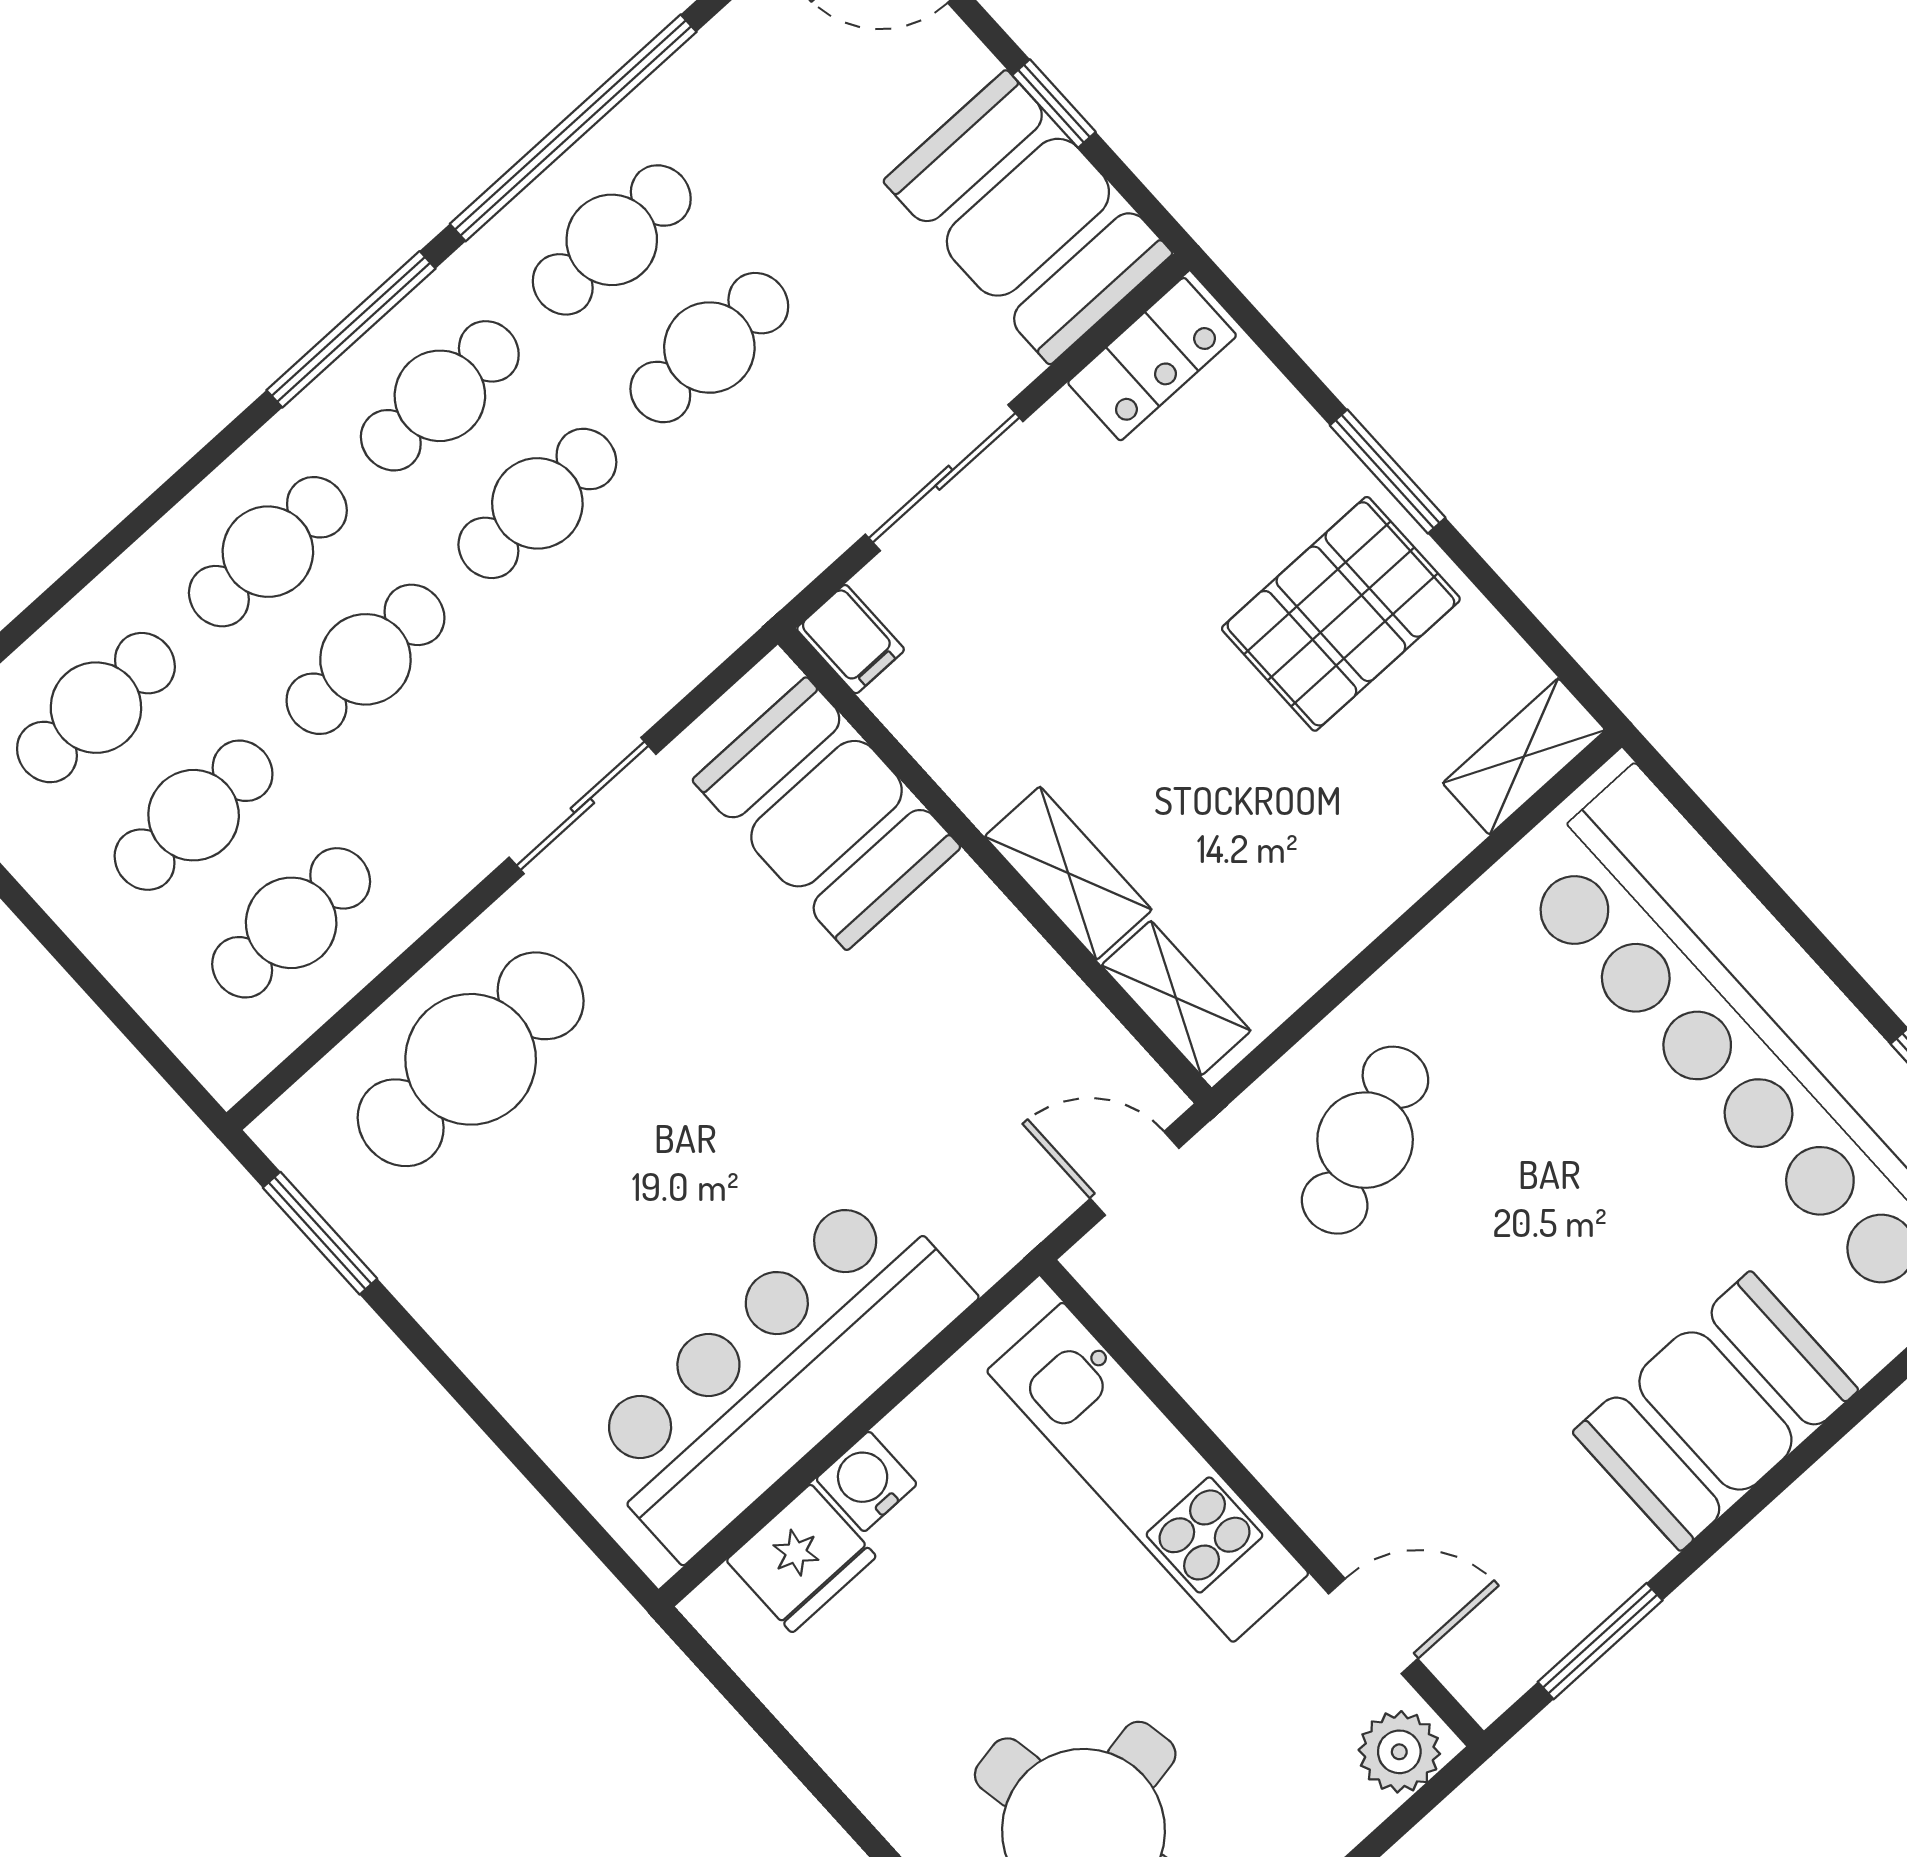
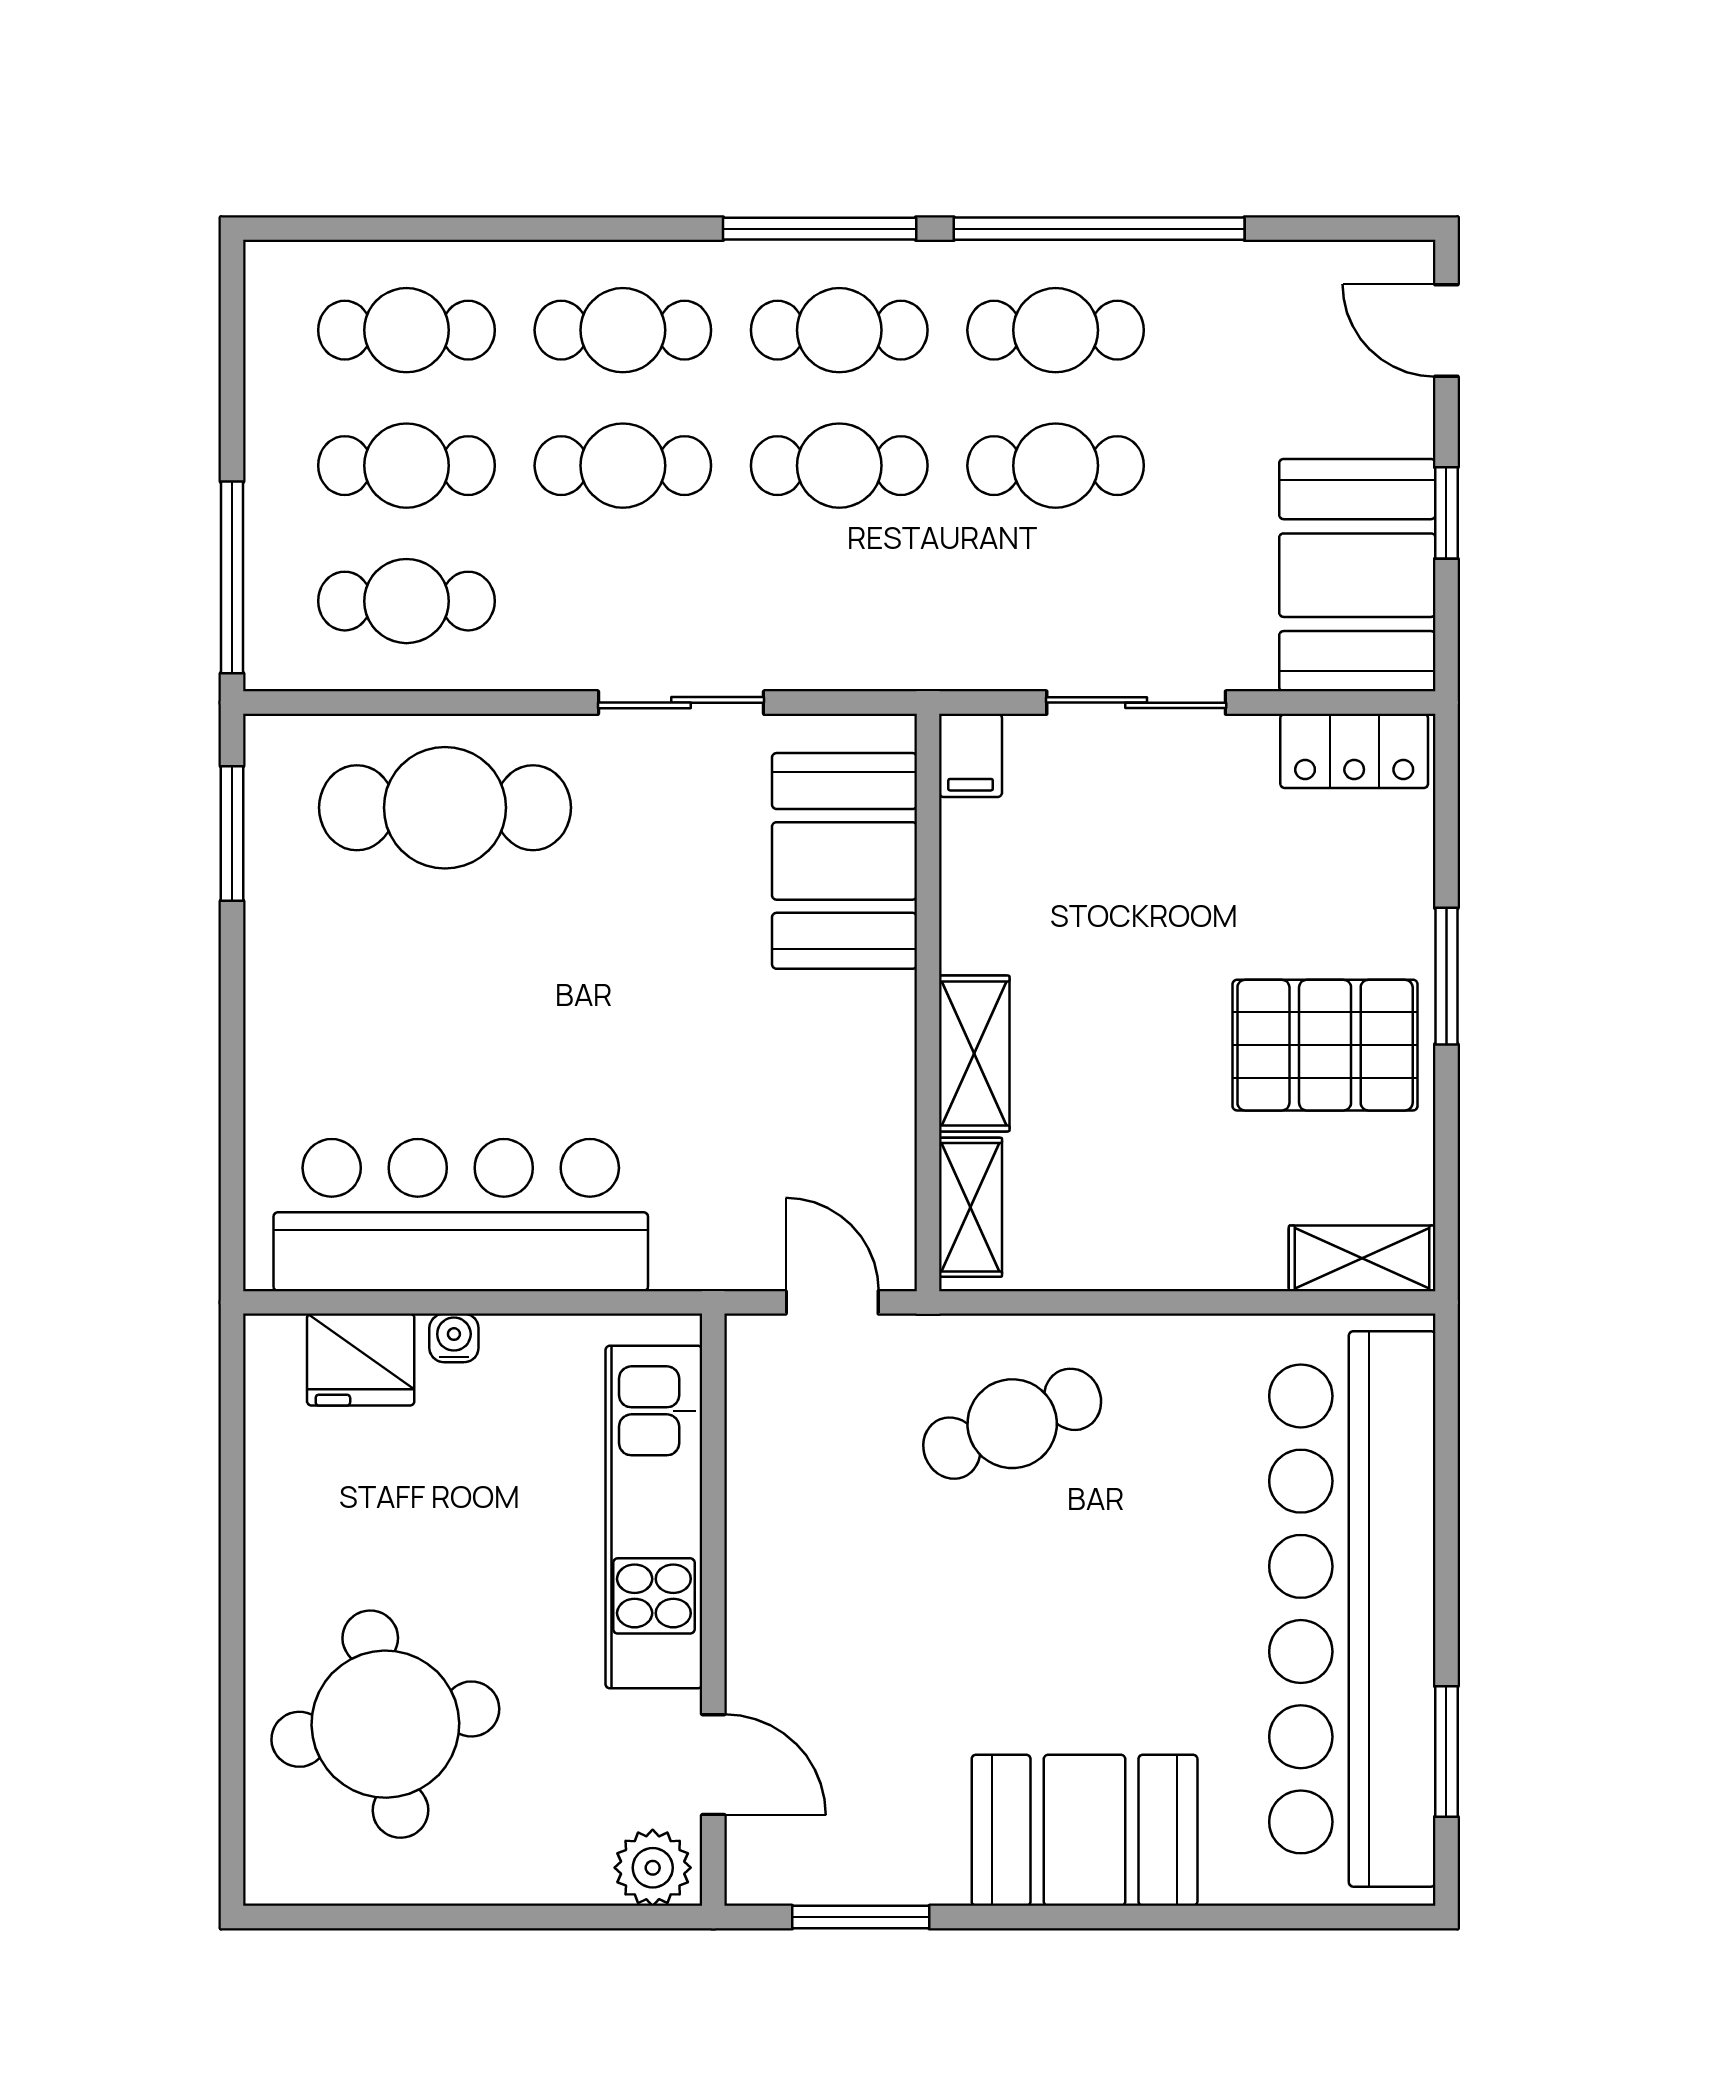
window: (136, 1030) -> (232, 577), added
water cooler: (866, 1482) -> (454, 1338), width x0.72, depth x0.72

